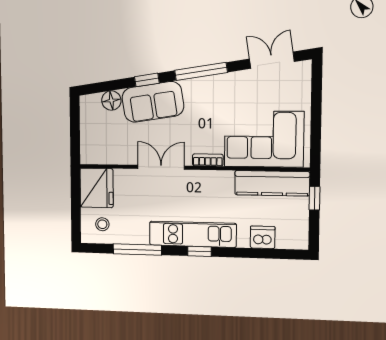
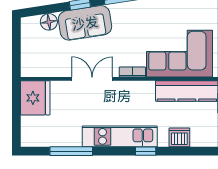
stool: (102, 224) -> (40, 130), removed
window: (199, 251) -> (146, 151), moved

